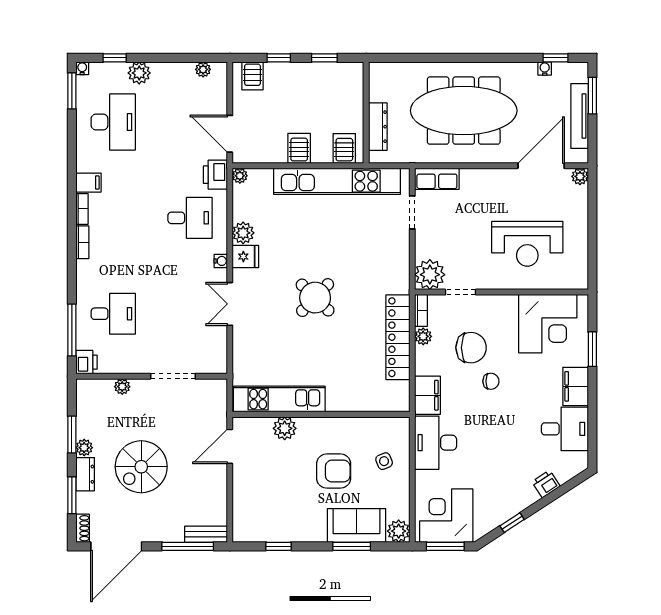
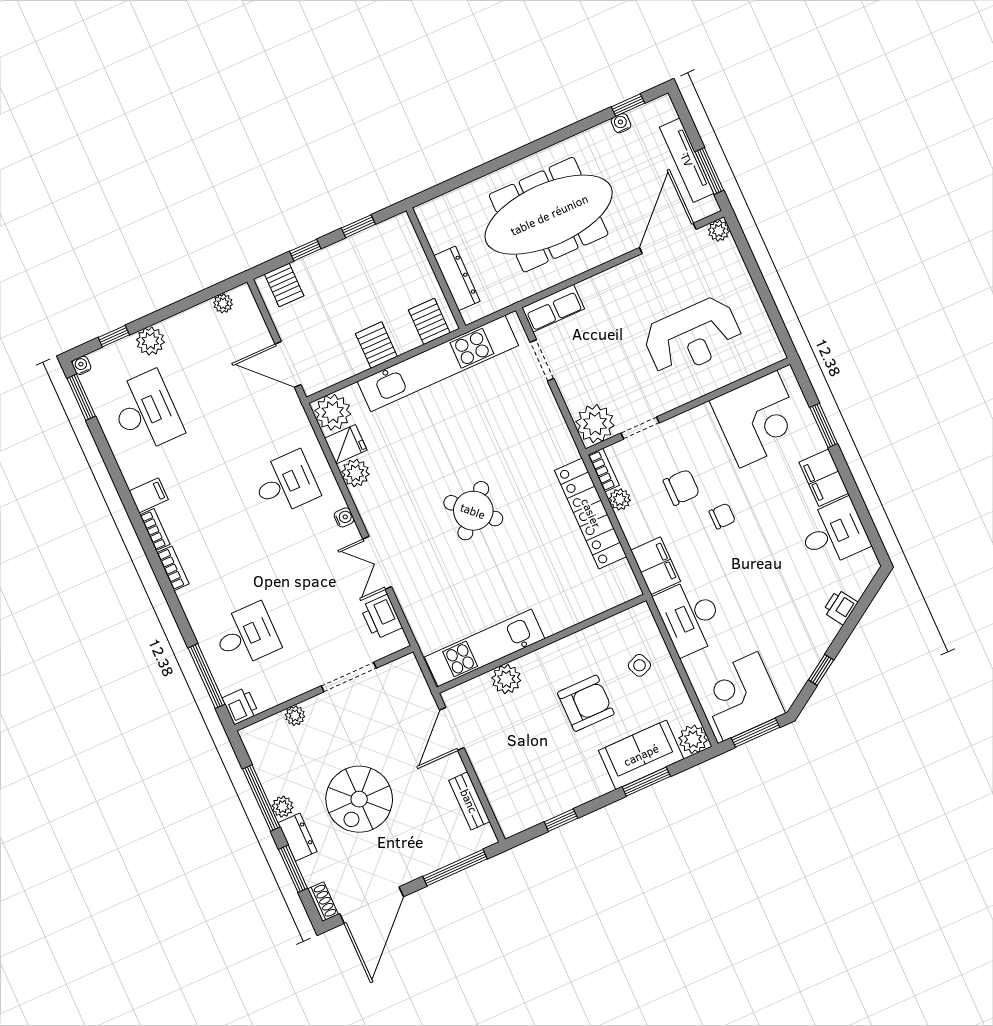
window: (592, 96) -> (709, 171), moved
printer: (215, 175) -> (381, 617), moved
plant: (240, 176) -> (333, 412), width x1.88, depth x1.88
fridge: (245, 257) -> (346, 444), moved
chair: (471, 348) -> (681, 487), width x0.73, depth x0.73
window: (72, 435) -> (261, 798), width x1.44
bench: (206, 534) -> (469, 801), moved, turned 90

